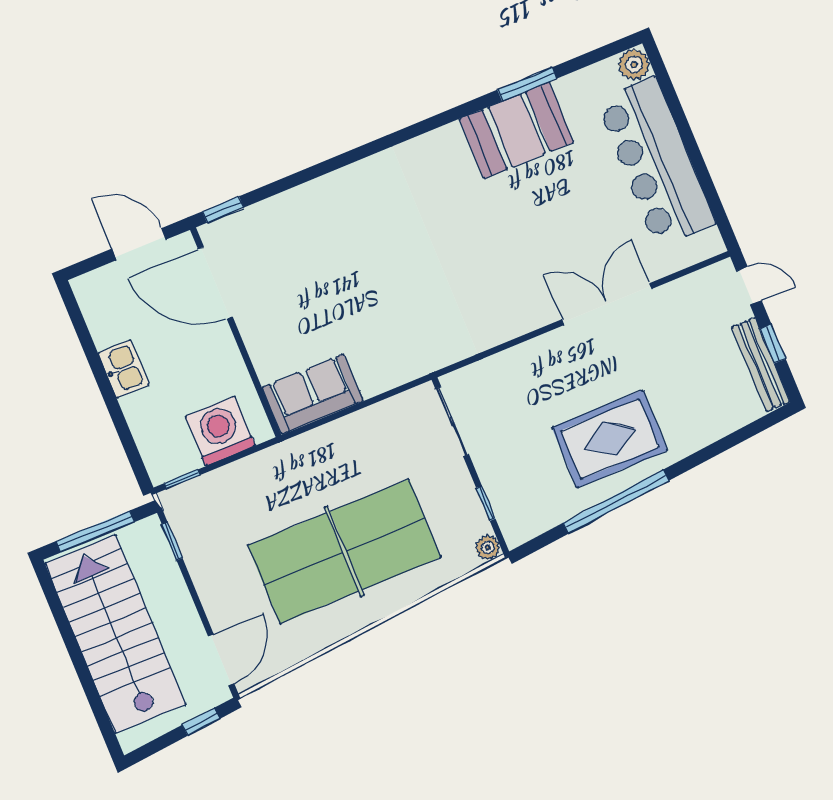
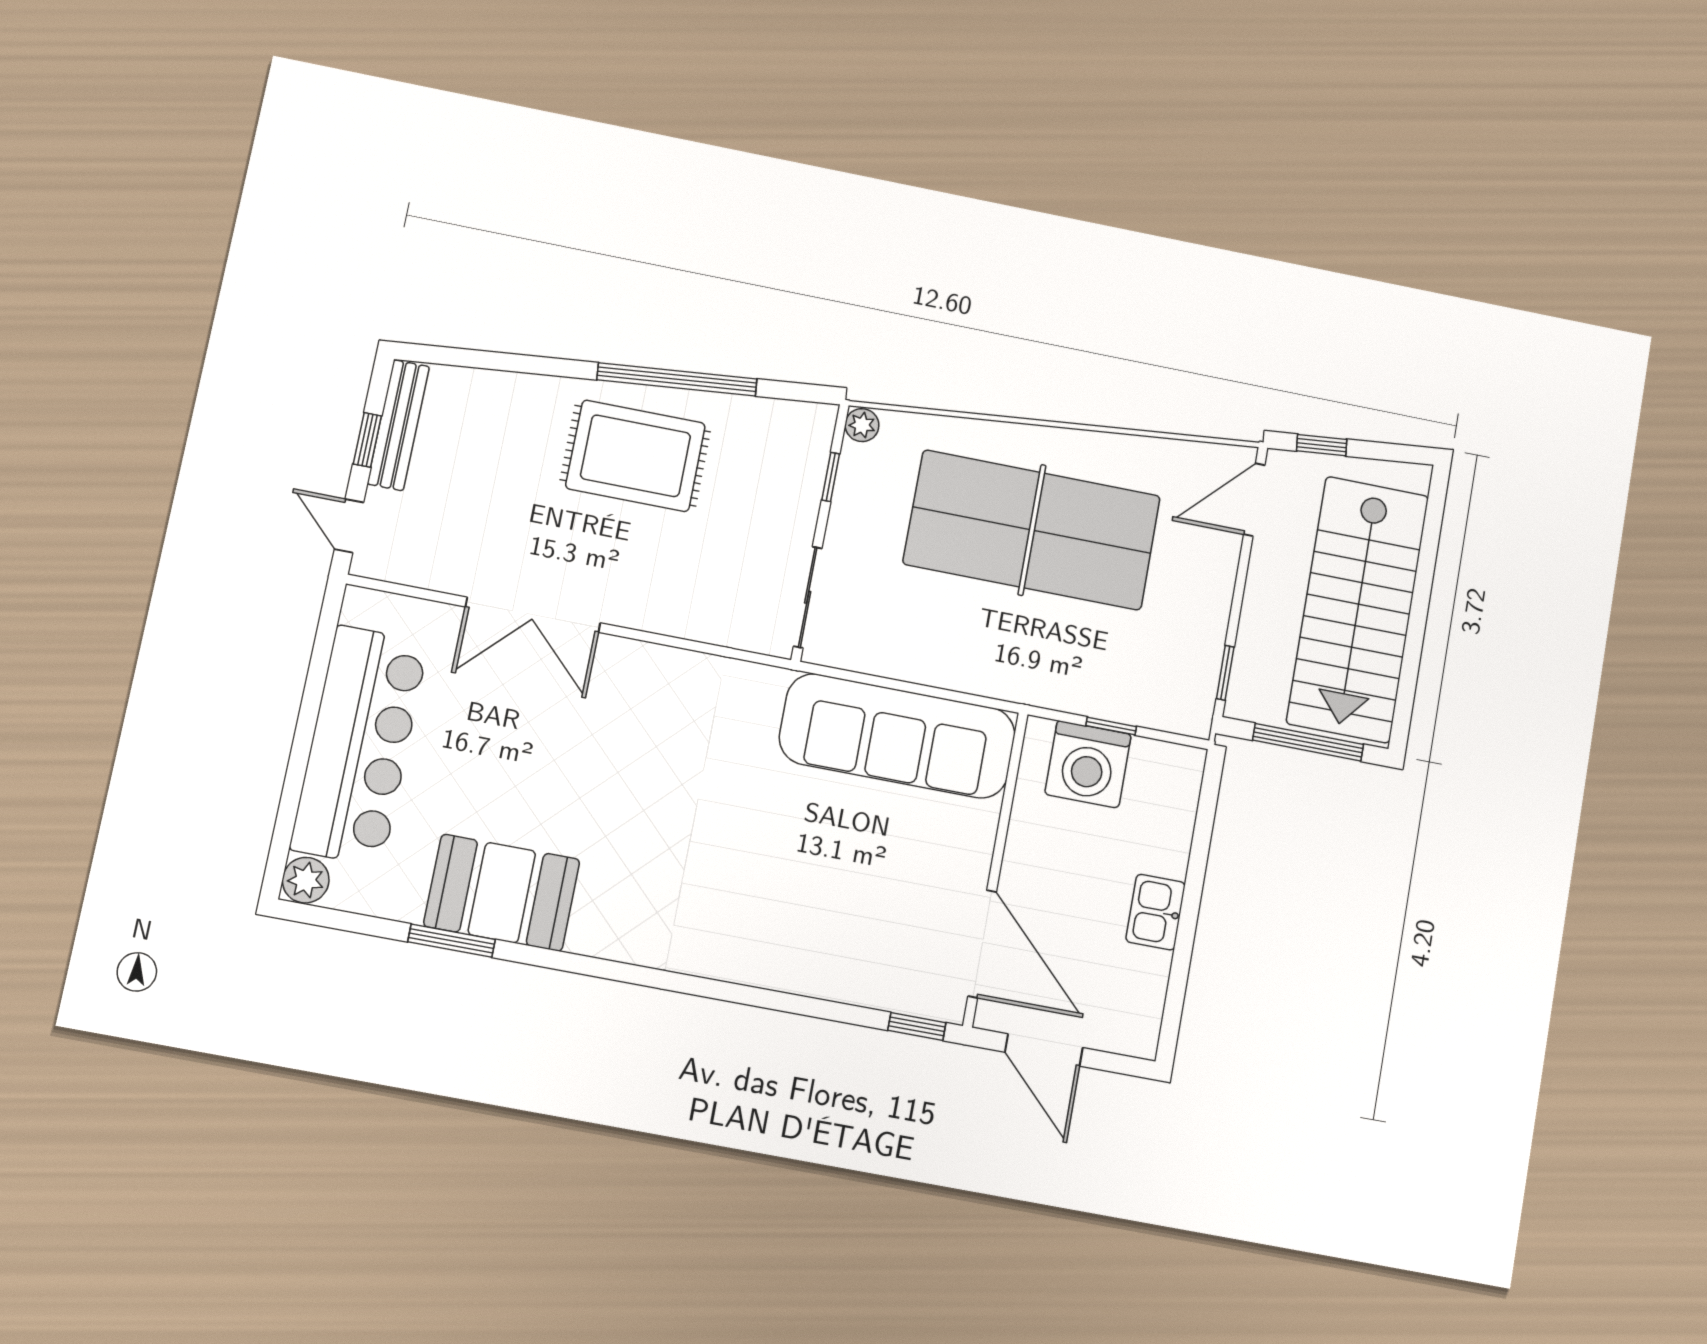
sofa: (313, 394) -> (897, 736), width x1.85, depth x1.27
window: (182, 479) -> (1111, 726), moved

